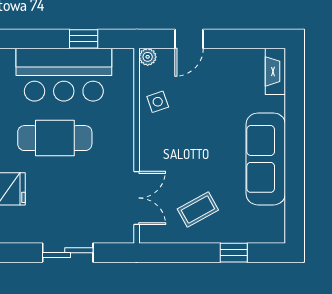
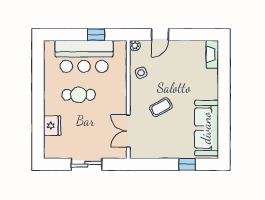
cafe table: (55, 138) -> (79, 95), width x0.73, depth x0.74
sofa: (266, 159) -> (206, 128), moved
double door: (137, 198) -> (128, 131), swing flipped
coffee table: (198, 210) -> (161, 107), moved

